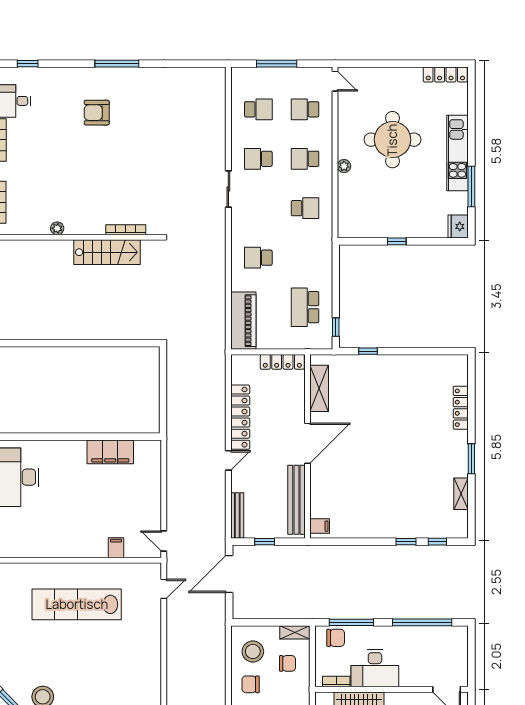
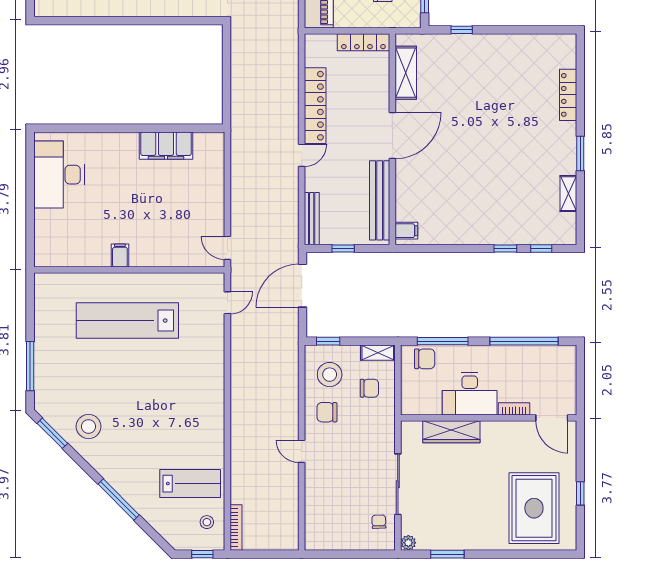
filing cabinet: (116, 548) -> (120, 255), moved
window: (252, 622) -> (328, 341), added
bookcase: (336, 681) -> (514, 409), moved

